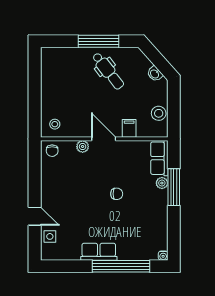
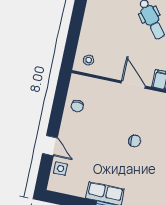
plant: (83, 147) -> (111, 88), removed
chair: (52, 151) -> (77, 106), moved

